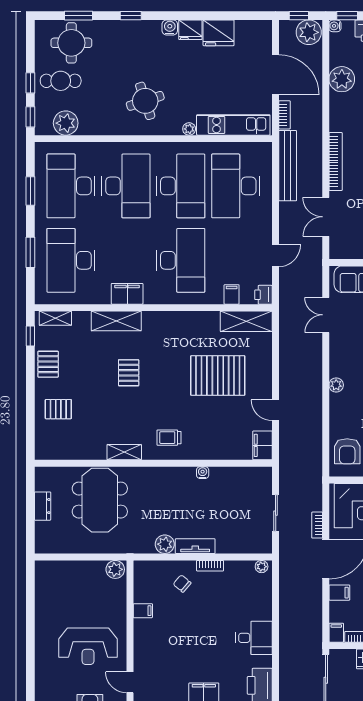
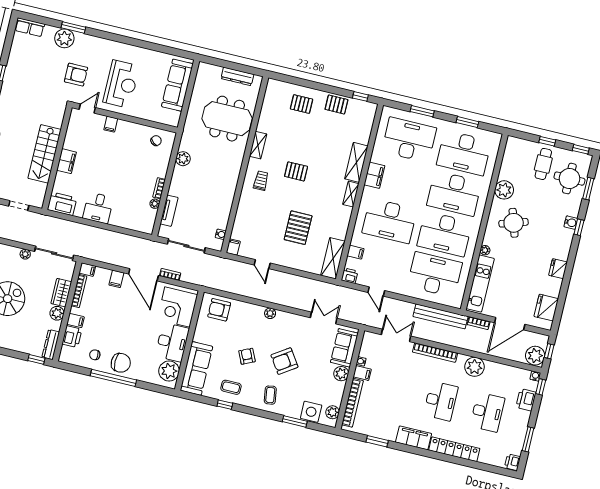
water cooler: (170, 27) -> (571, 223), moved
fridge: (219, 33) -> (546, 308), moved
plant: (342, 79) -> (475, 367), moved
window: (30, 117) -> (581, 149), moved
plant: (66, 123) -> (504, 190), moved
desk: (71, 186) -> (464, 153), turned 180
shelving: (55, 318) -> (351, 194), moved
pallet: (129, 373) -> (296, 171), moved
pallet: (218, 375) -> (298, 228), width x0.73, depth x0.71
pallet: (58, 409) -> (302, 104), turned 90
door: (276, 410) -> (262, 264), swing flipped
filing cabinet: (262, 445) -> (233, 247), width x0.50
water cooler: (203, 473) -> (221, 234), moved
dresser: (43, 506) -> (237, 76), width x1.44
sliding door: (276, 513) -> (186, 246), width x1.37
tv unit: (195, 546) -> (169, 211), moved
plant: (262, 567) -> (155, 204), moved
plant: (115, 569) -> (173, 118), removed
sofa: (72, 574) -> (177, 85), added
chair: (182, 584) -> (156, 141), moved
filing cabinet: (143, 611) -> (111, 124), moved
reception desk: (88, 646) -> (121, 84), turned 180

